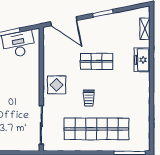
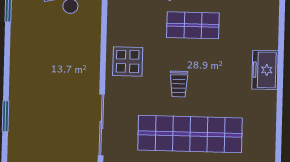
freezer: (142, 60) -> (265, 70), moved

